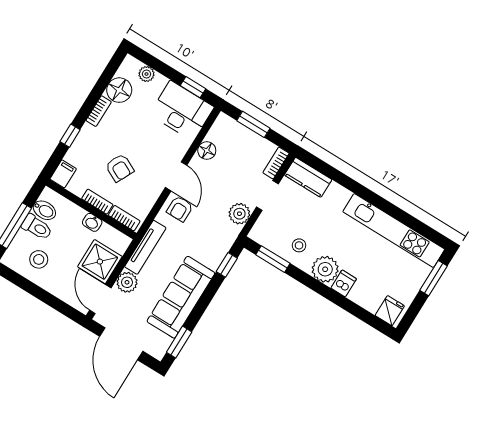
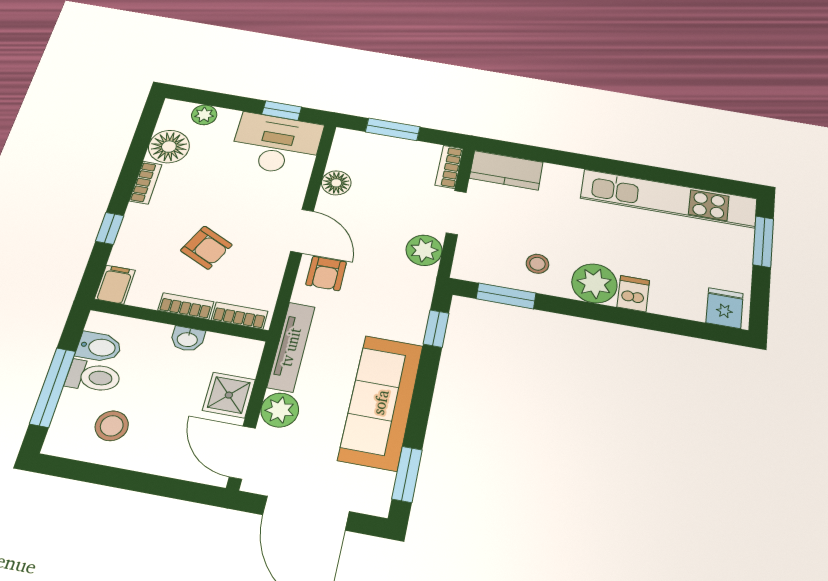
shower: (100, 262) -> (229, 395), width x0.73, depth x0.73

